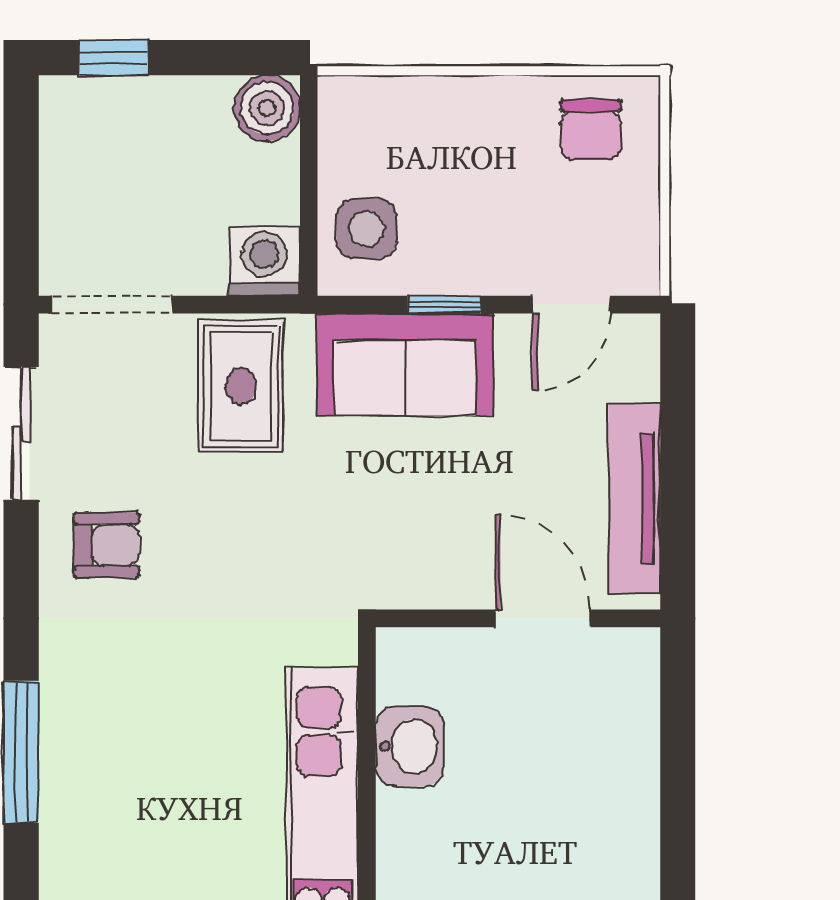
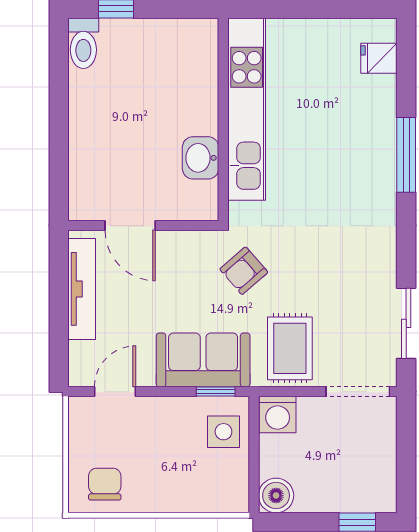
window: (444, 305) -> (216, 392), moved
armchair: (106, 545) -> (244, 271), moved, turned -41

